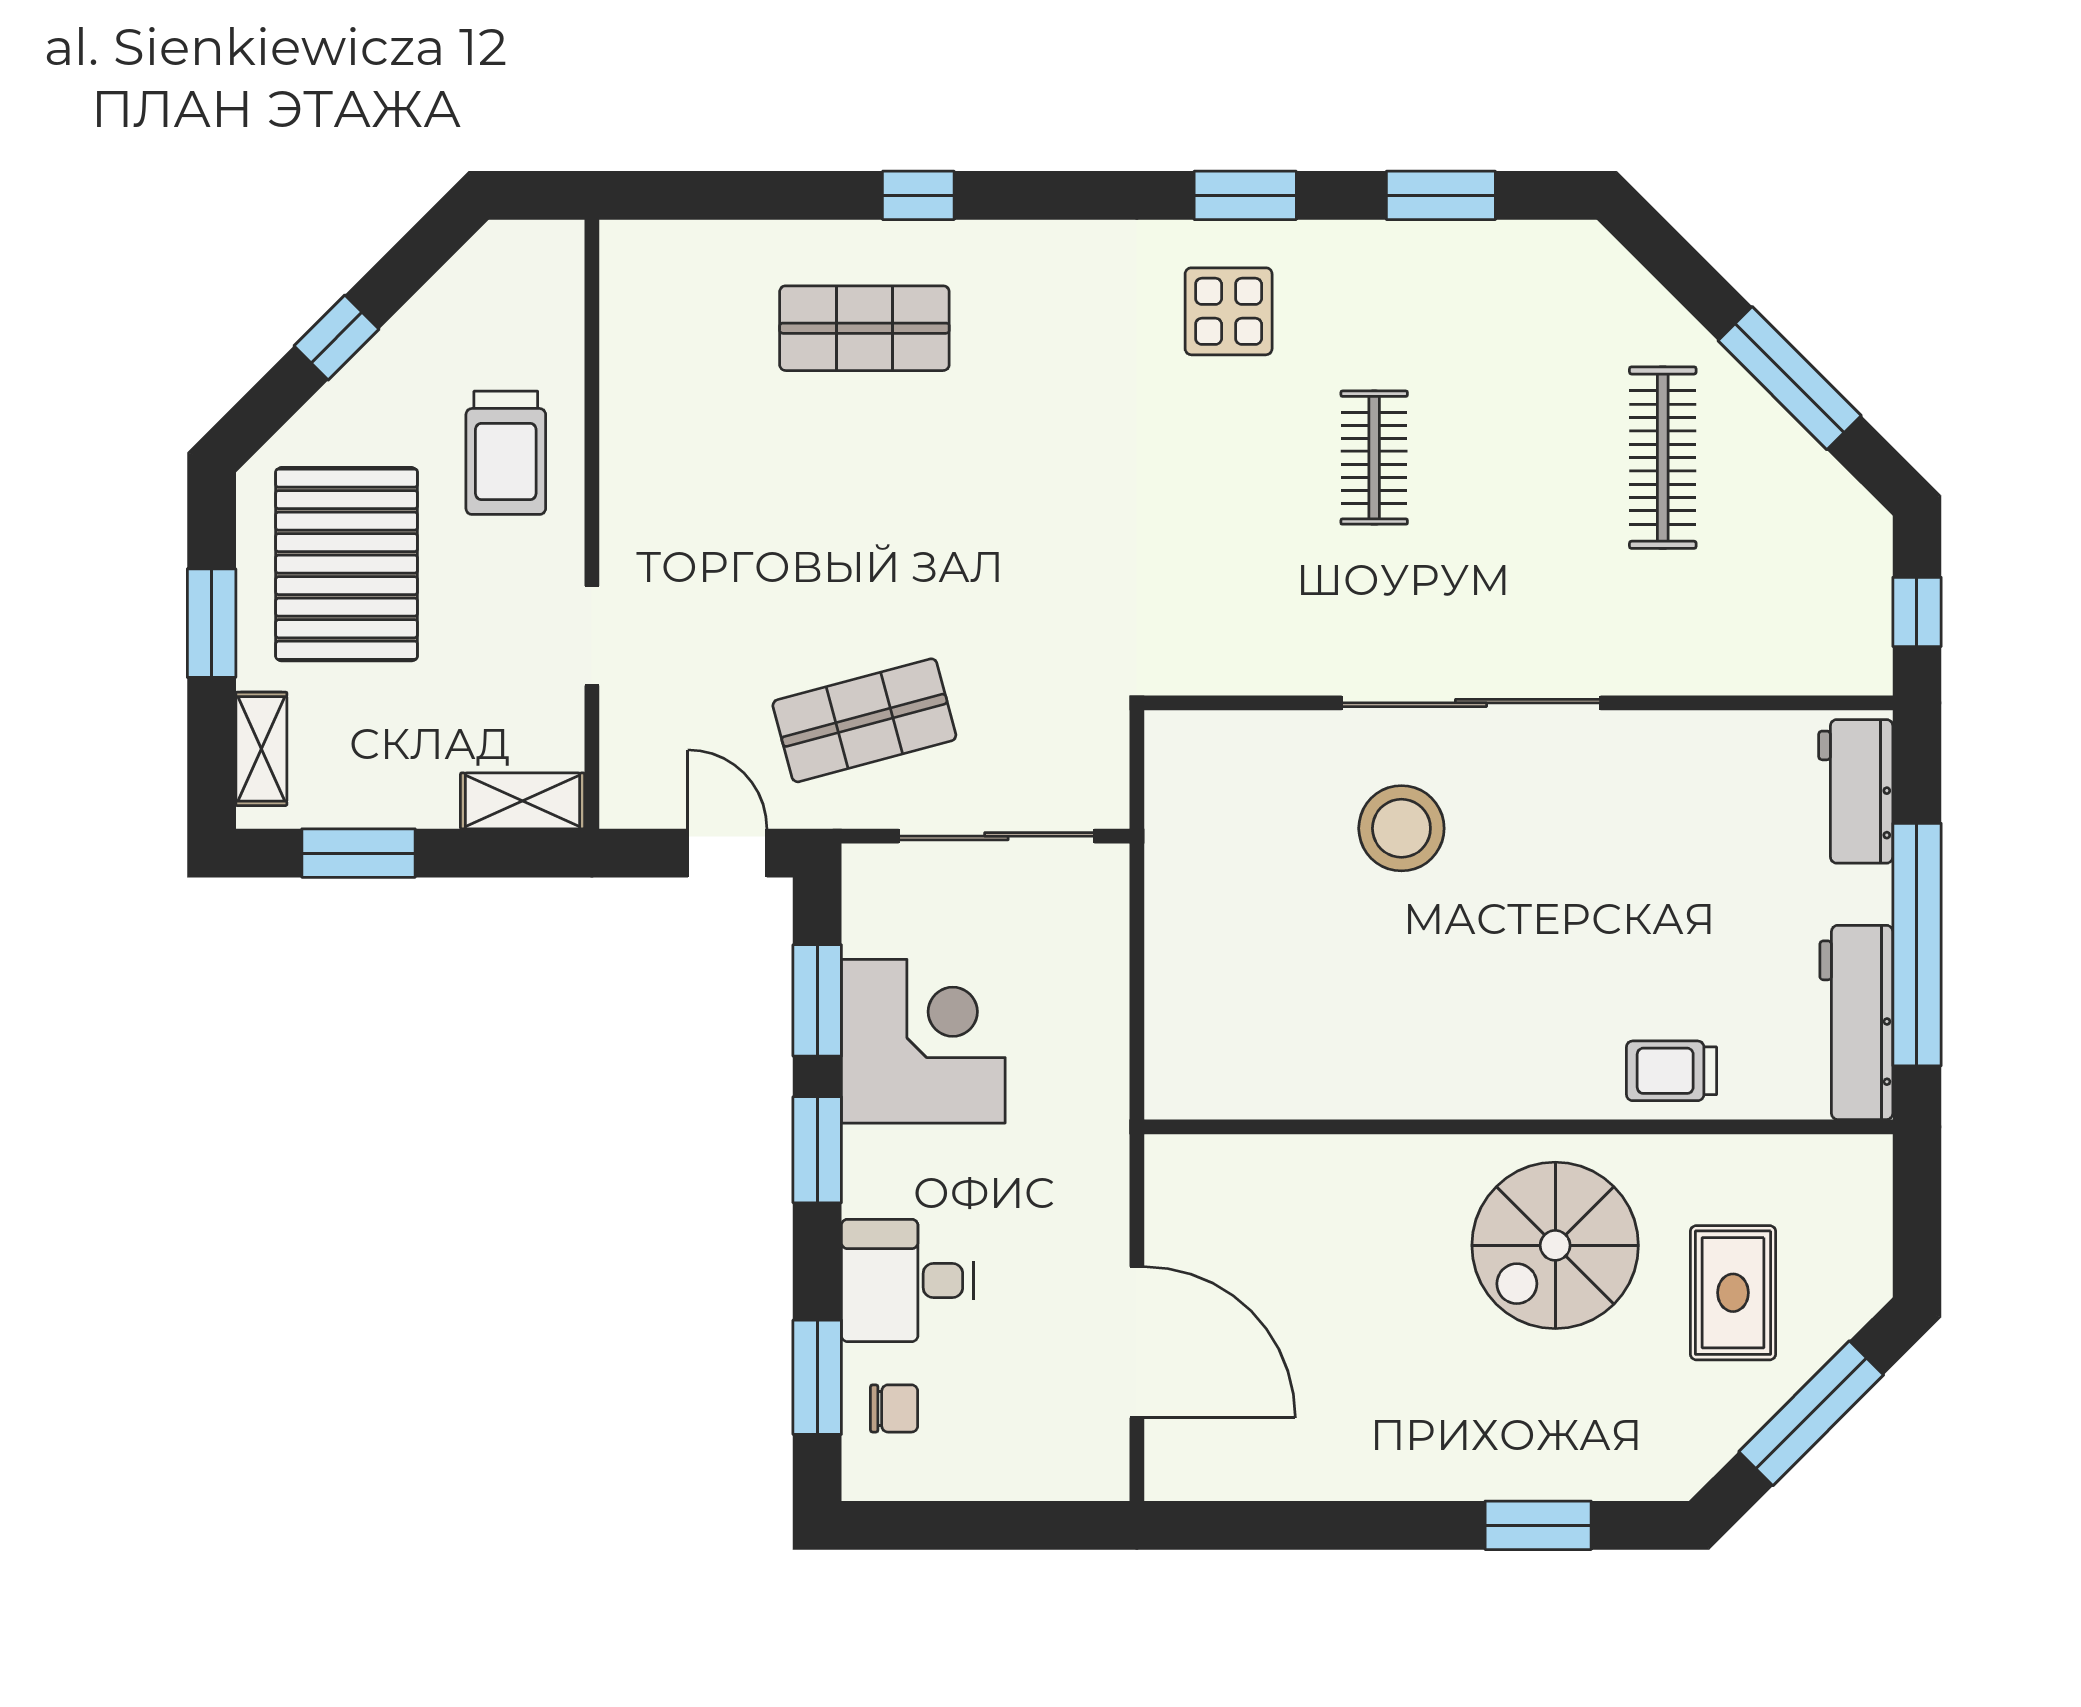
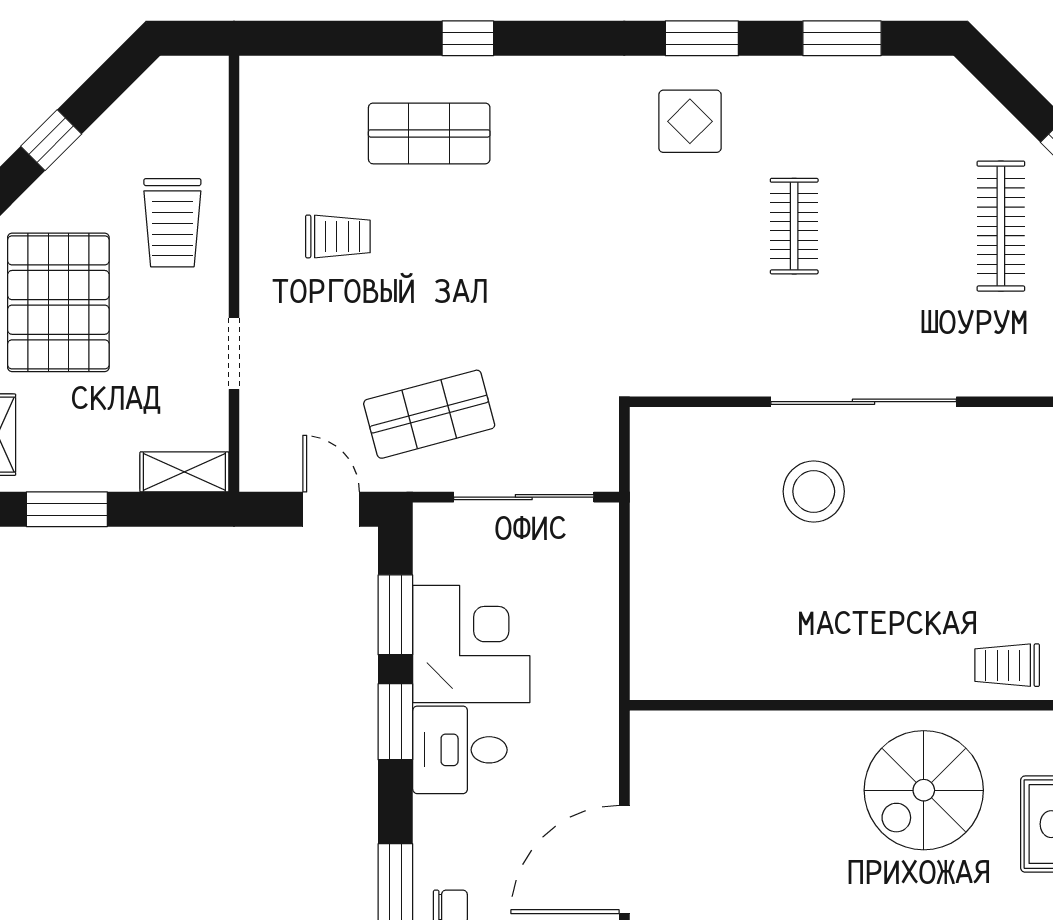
trolley: (737, 472) -> (338, 236), added
desk: (907, 1280) -> (460, 750), moved
door: (1137, 1342) -> (624, 860), swing flipped

